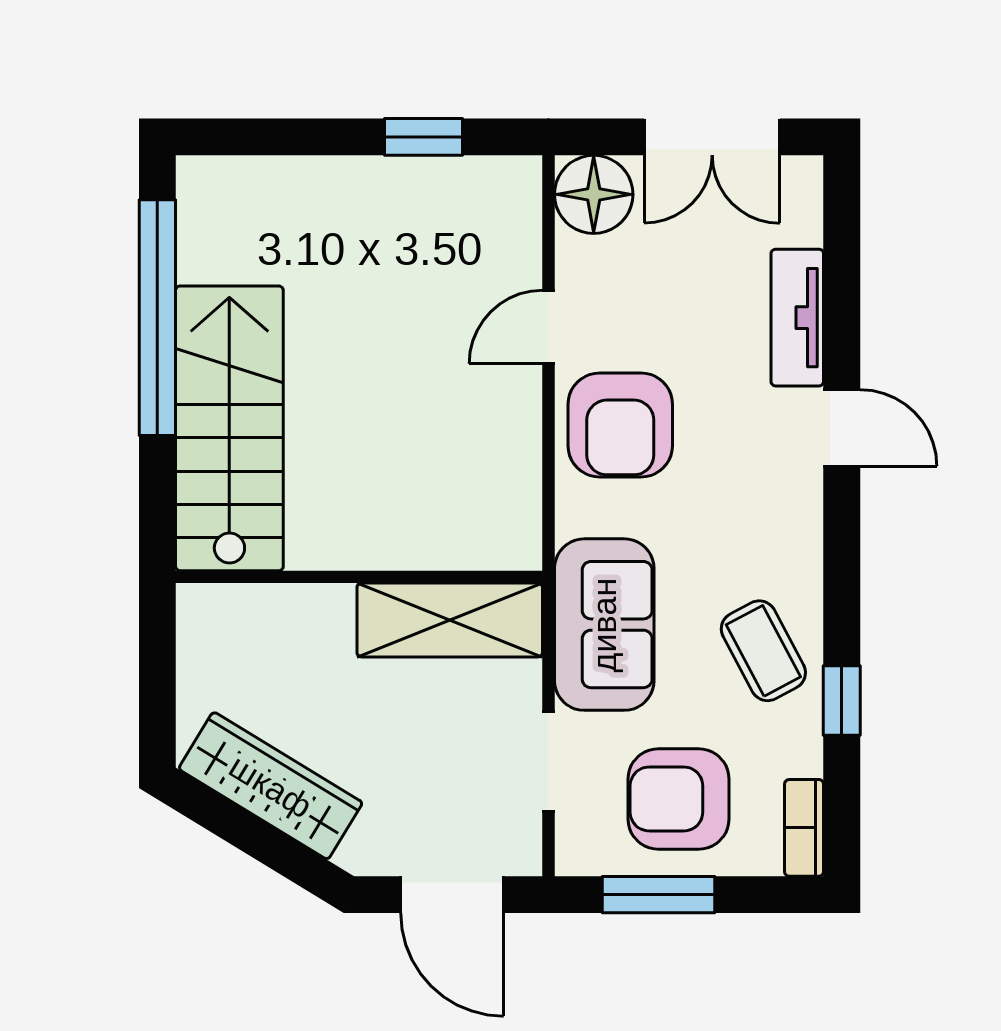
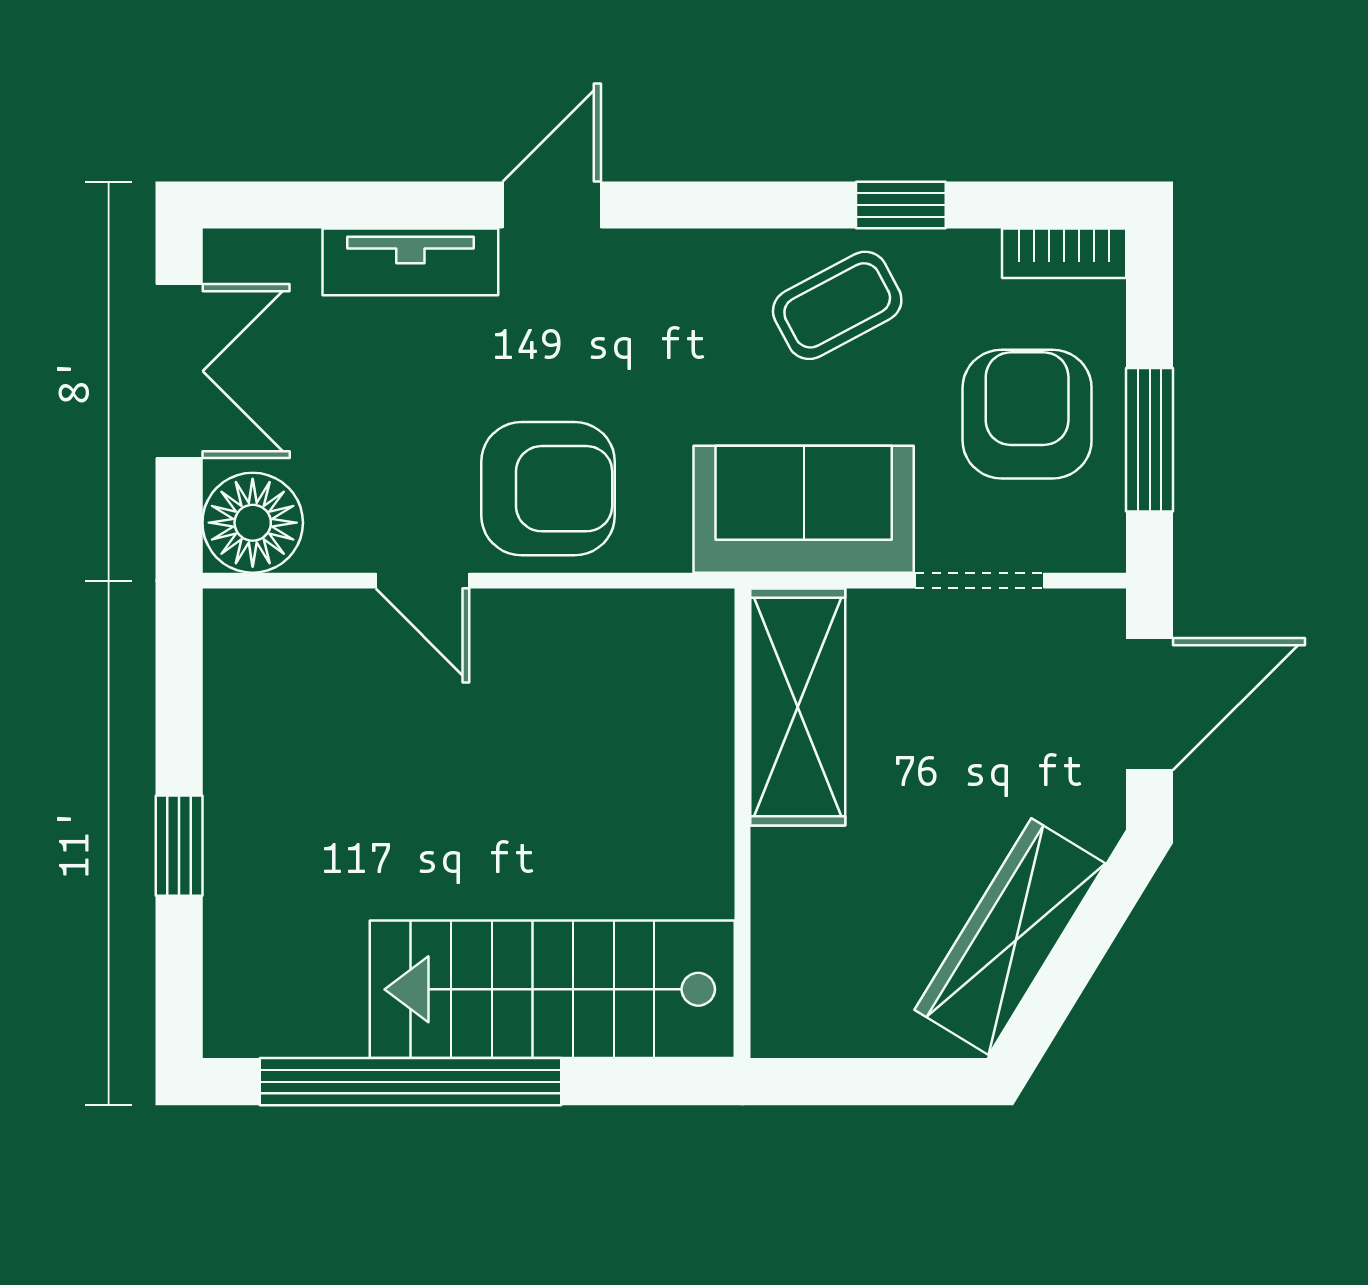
window: (424, 137) -> (179, 846), moved
armchair: (679, 799) -> (1027, 414), turned 180

